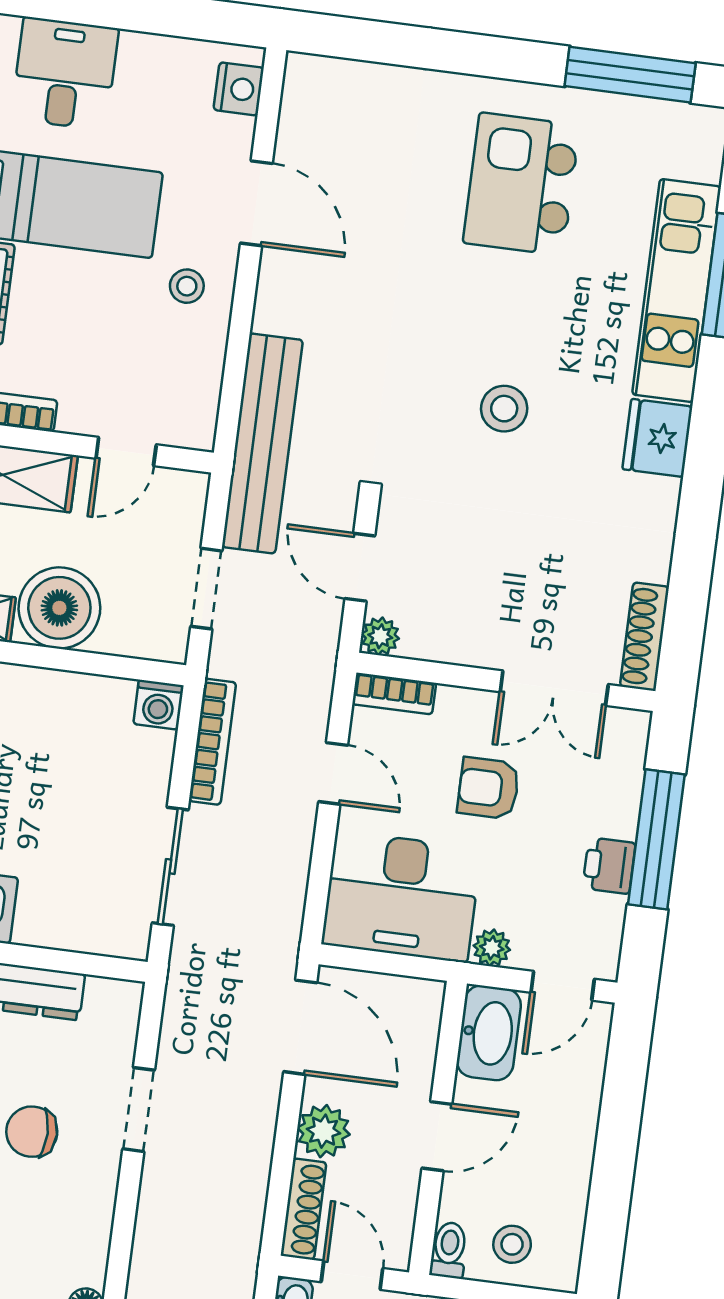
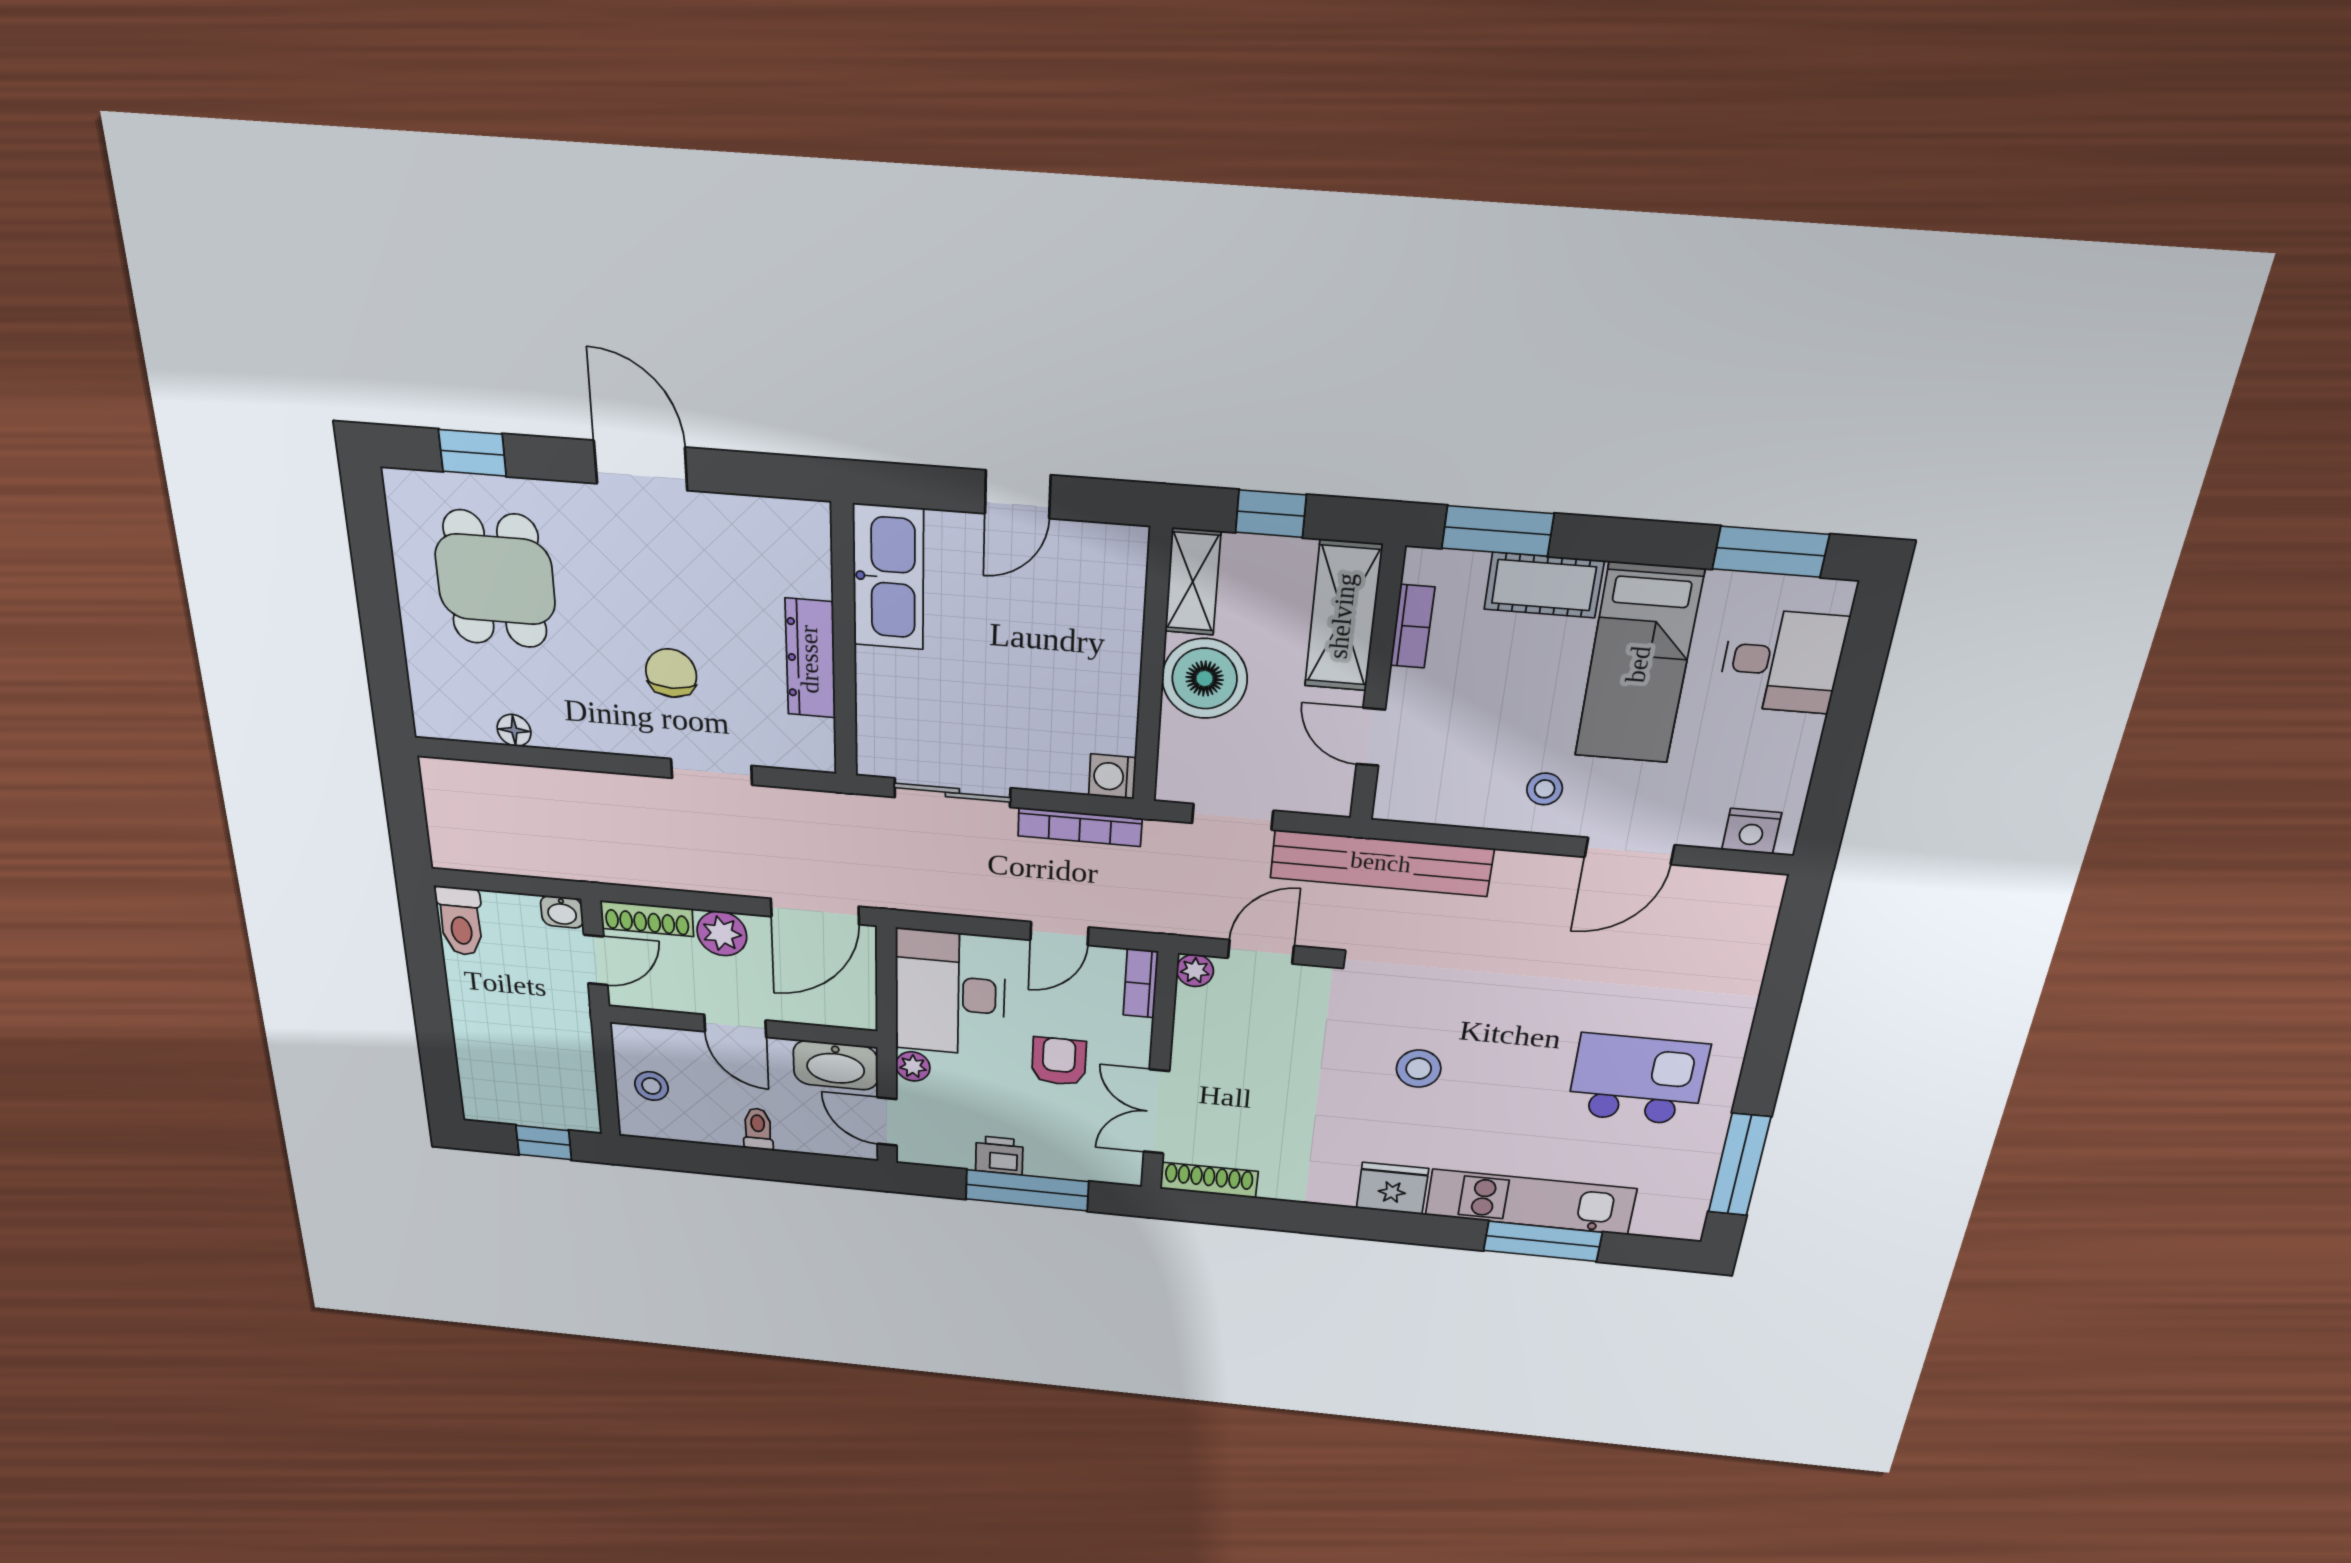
toilet: (449, 1250) -> (758, 1129), moved, turned -90

